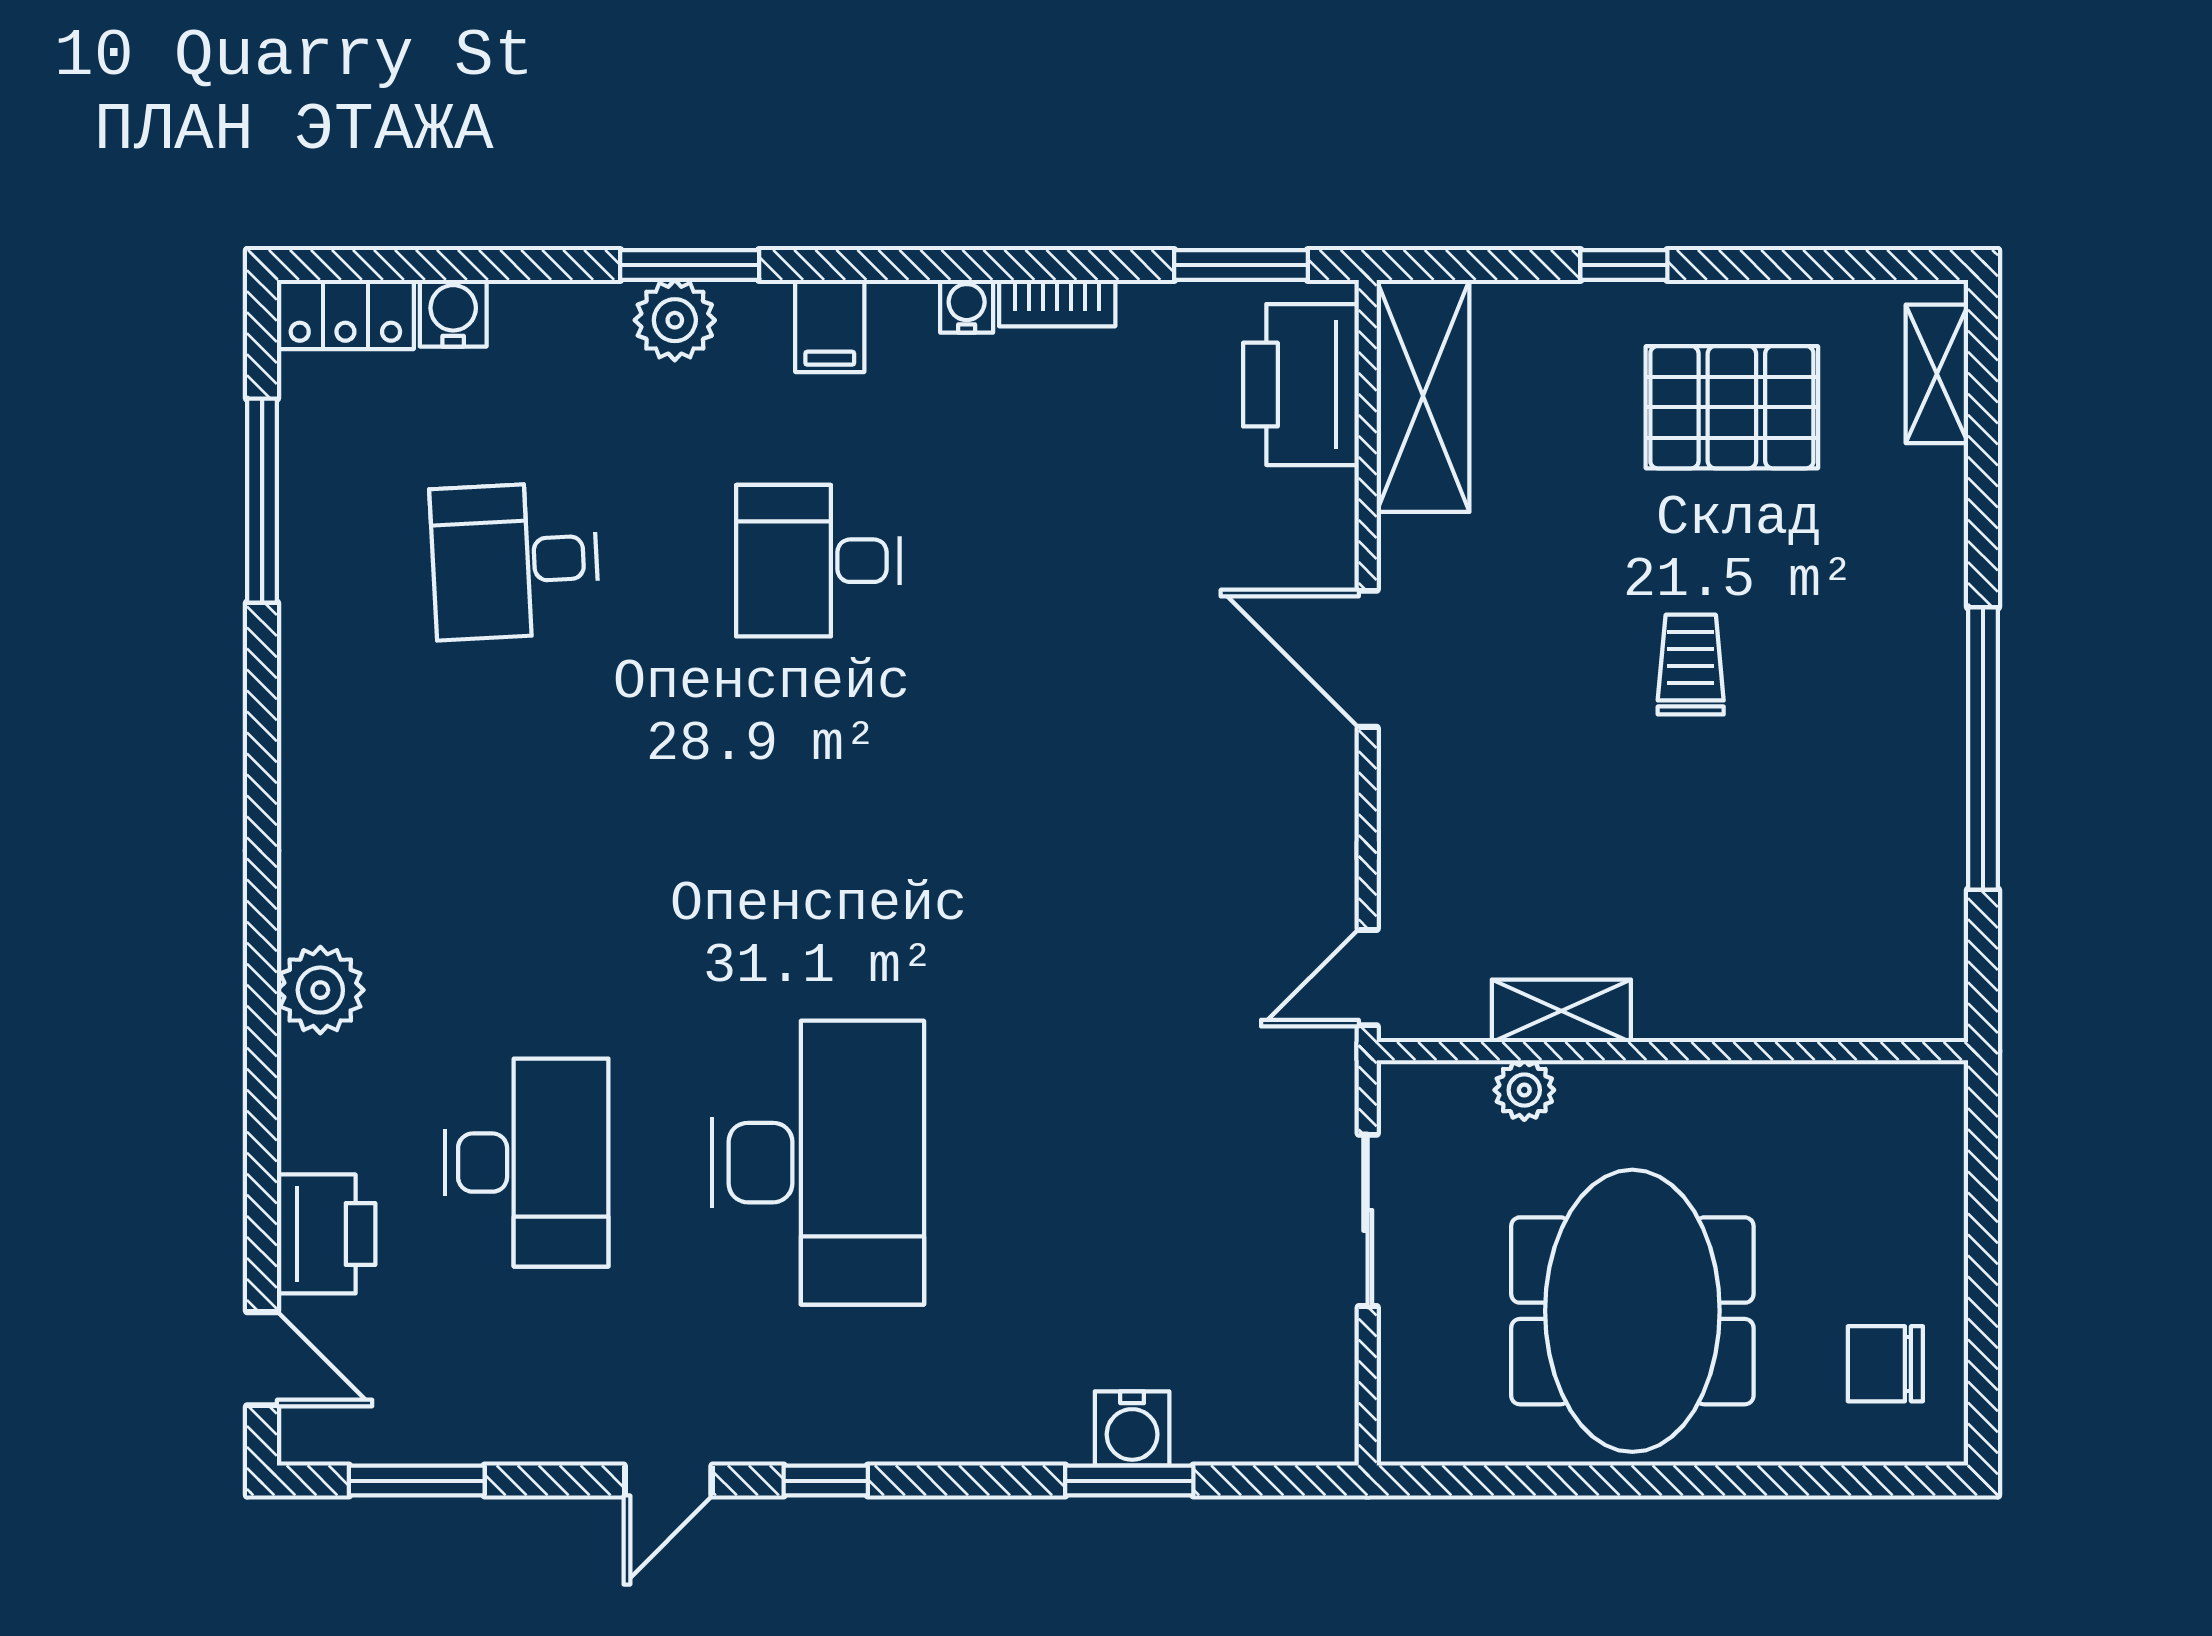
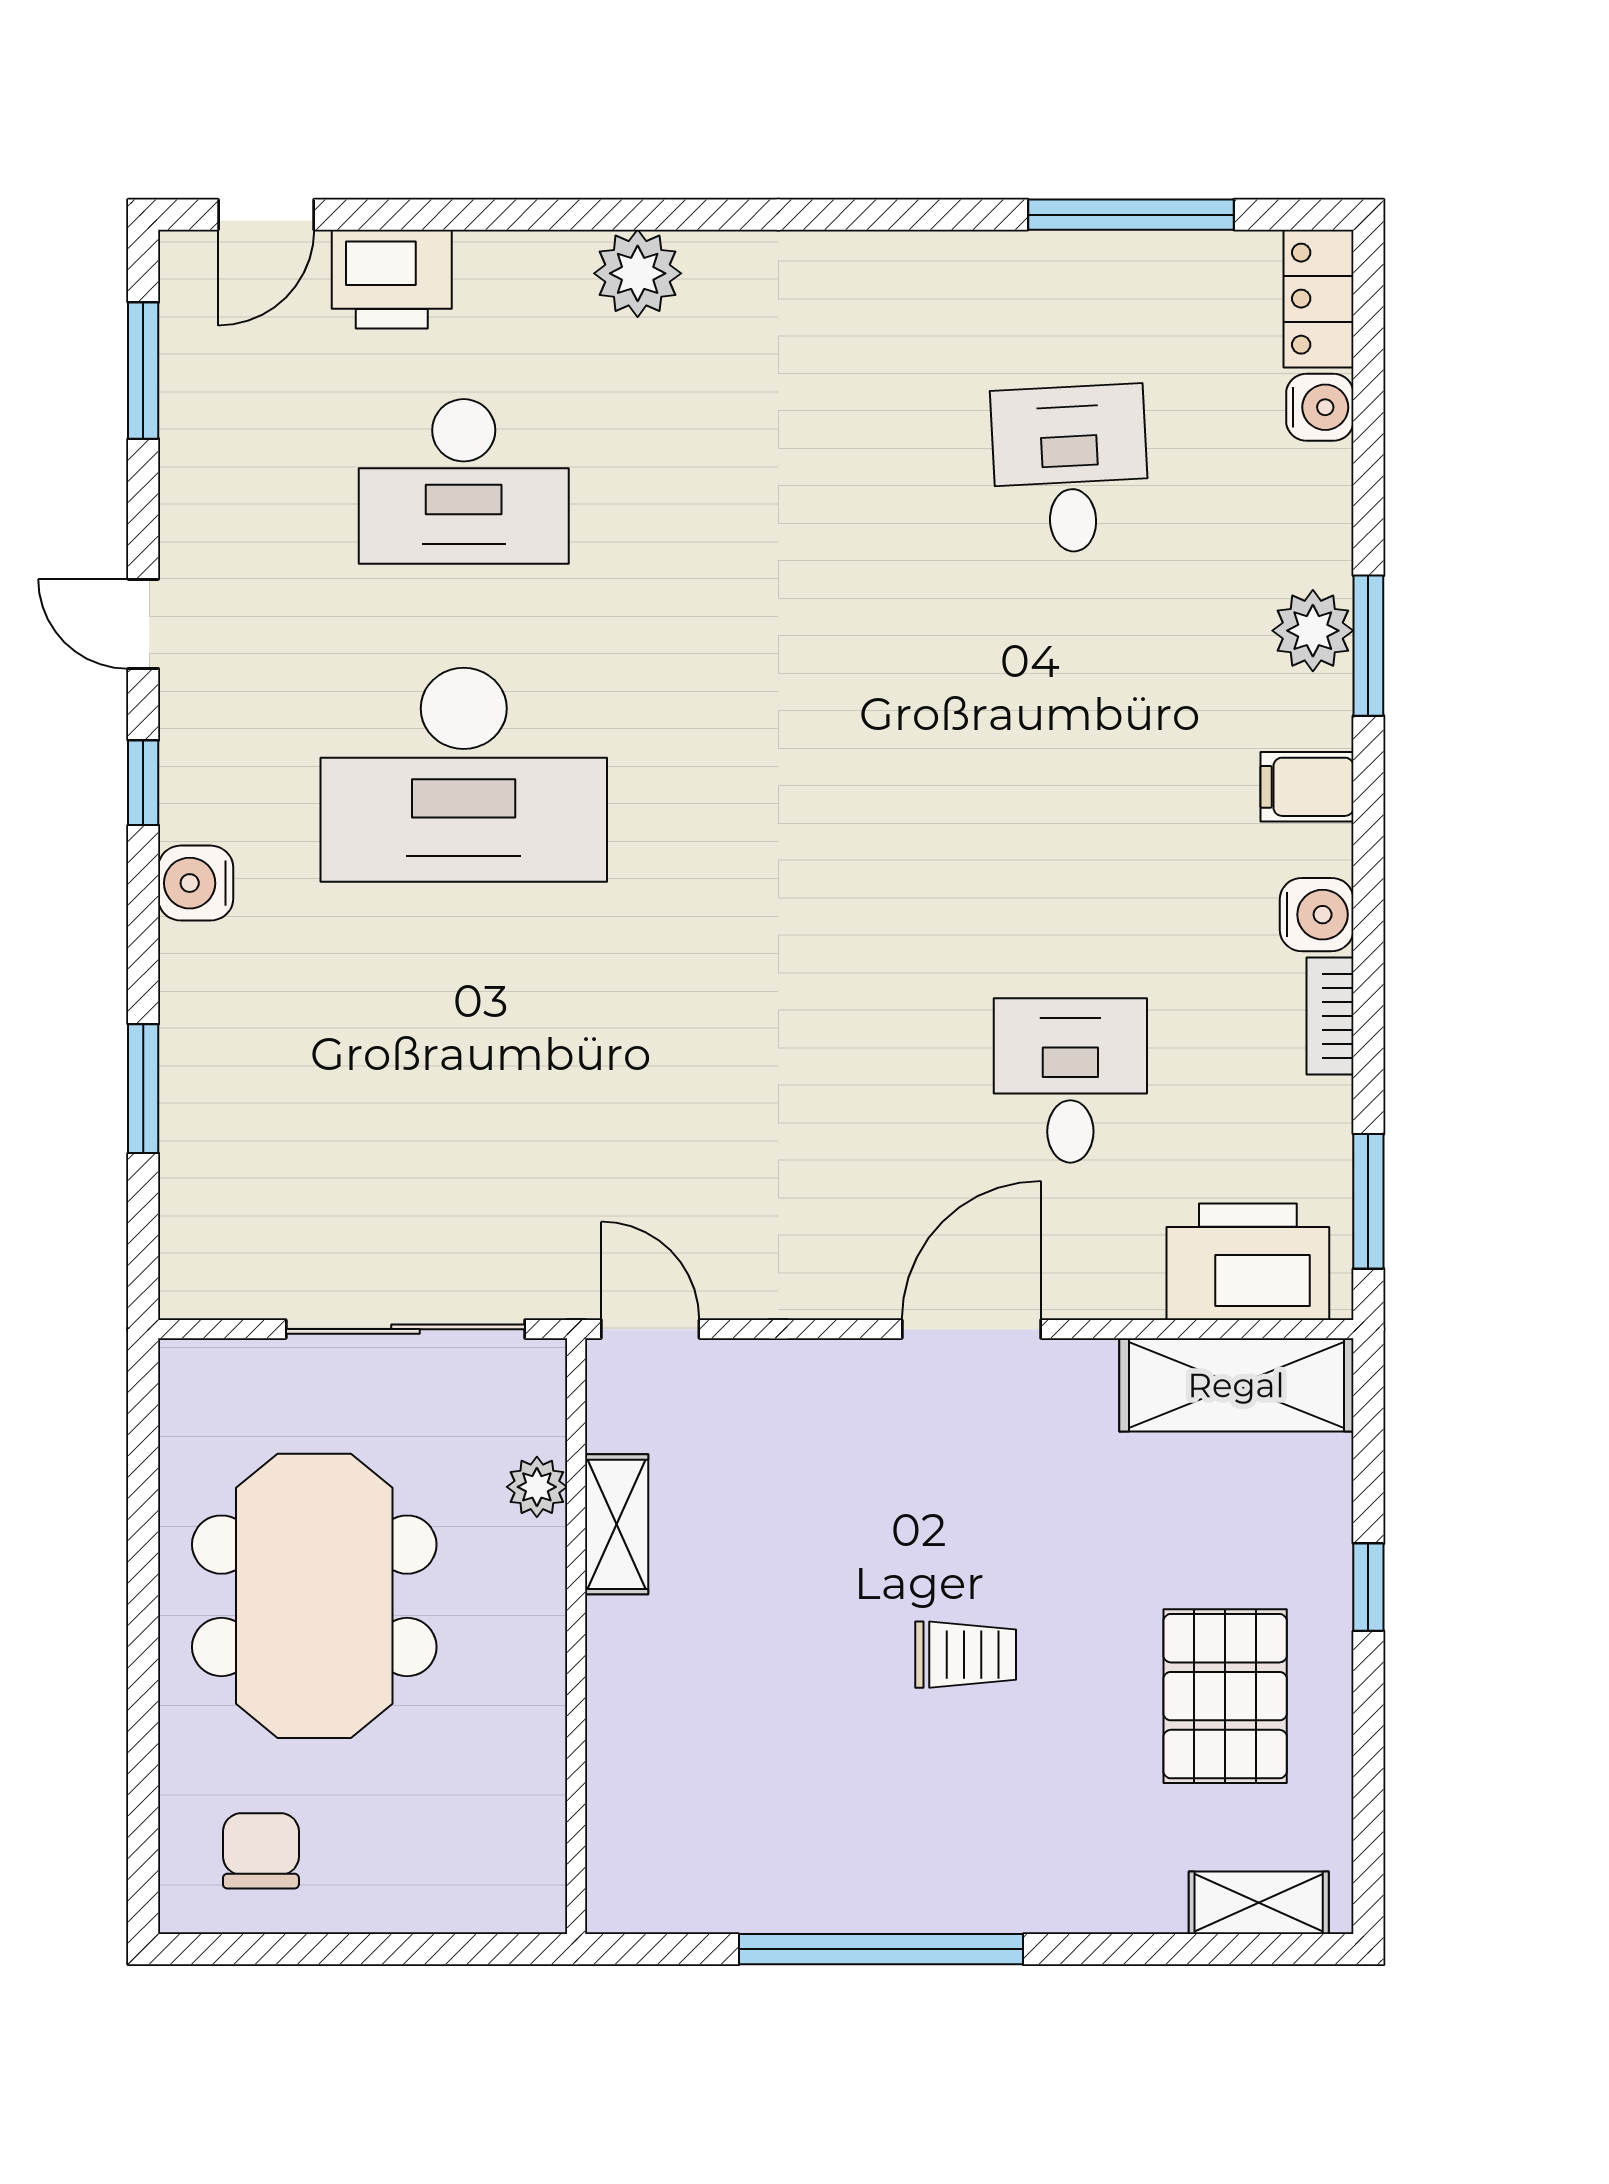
water cooler: (967, 306) -> (1317, 915), width x1.38, depth x1.38
desk: (818, 561) -> (1070, 1080), moved
sliding door: (1368, 1220) -> (405, 1329), width x1.37
meeting table: (1632, 1311) -> (314, 1596), turned 90
water cooler: (1132, 1429) -> (196, 883), moved

